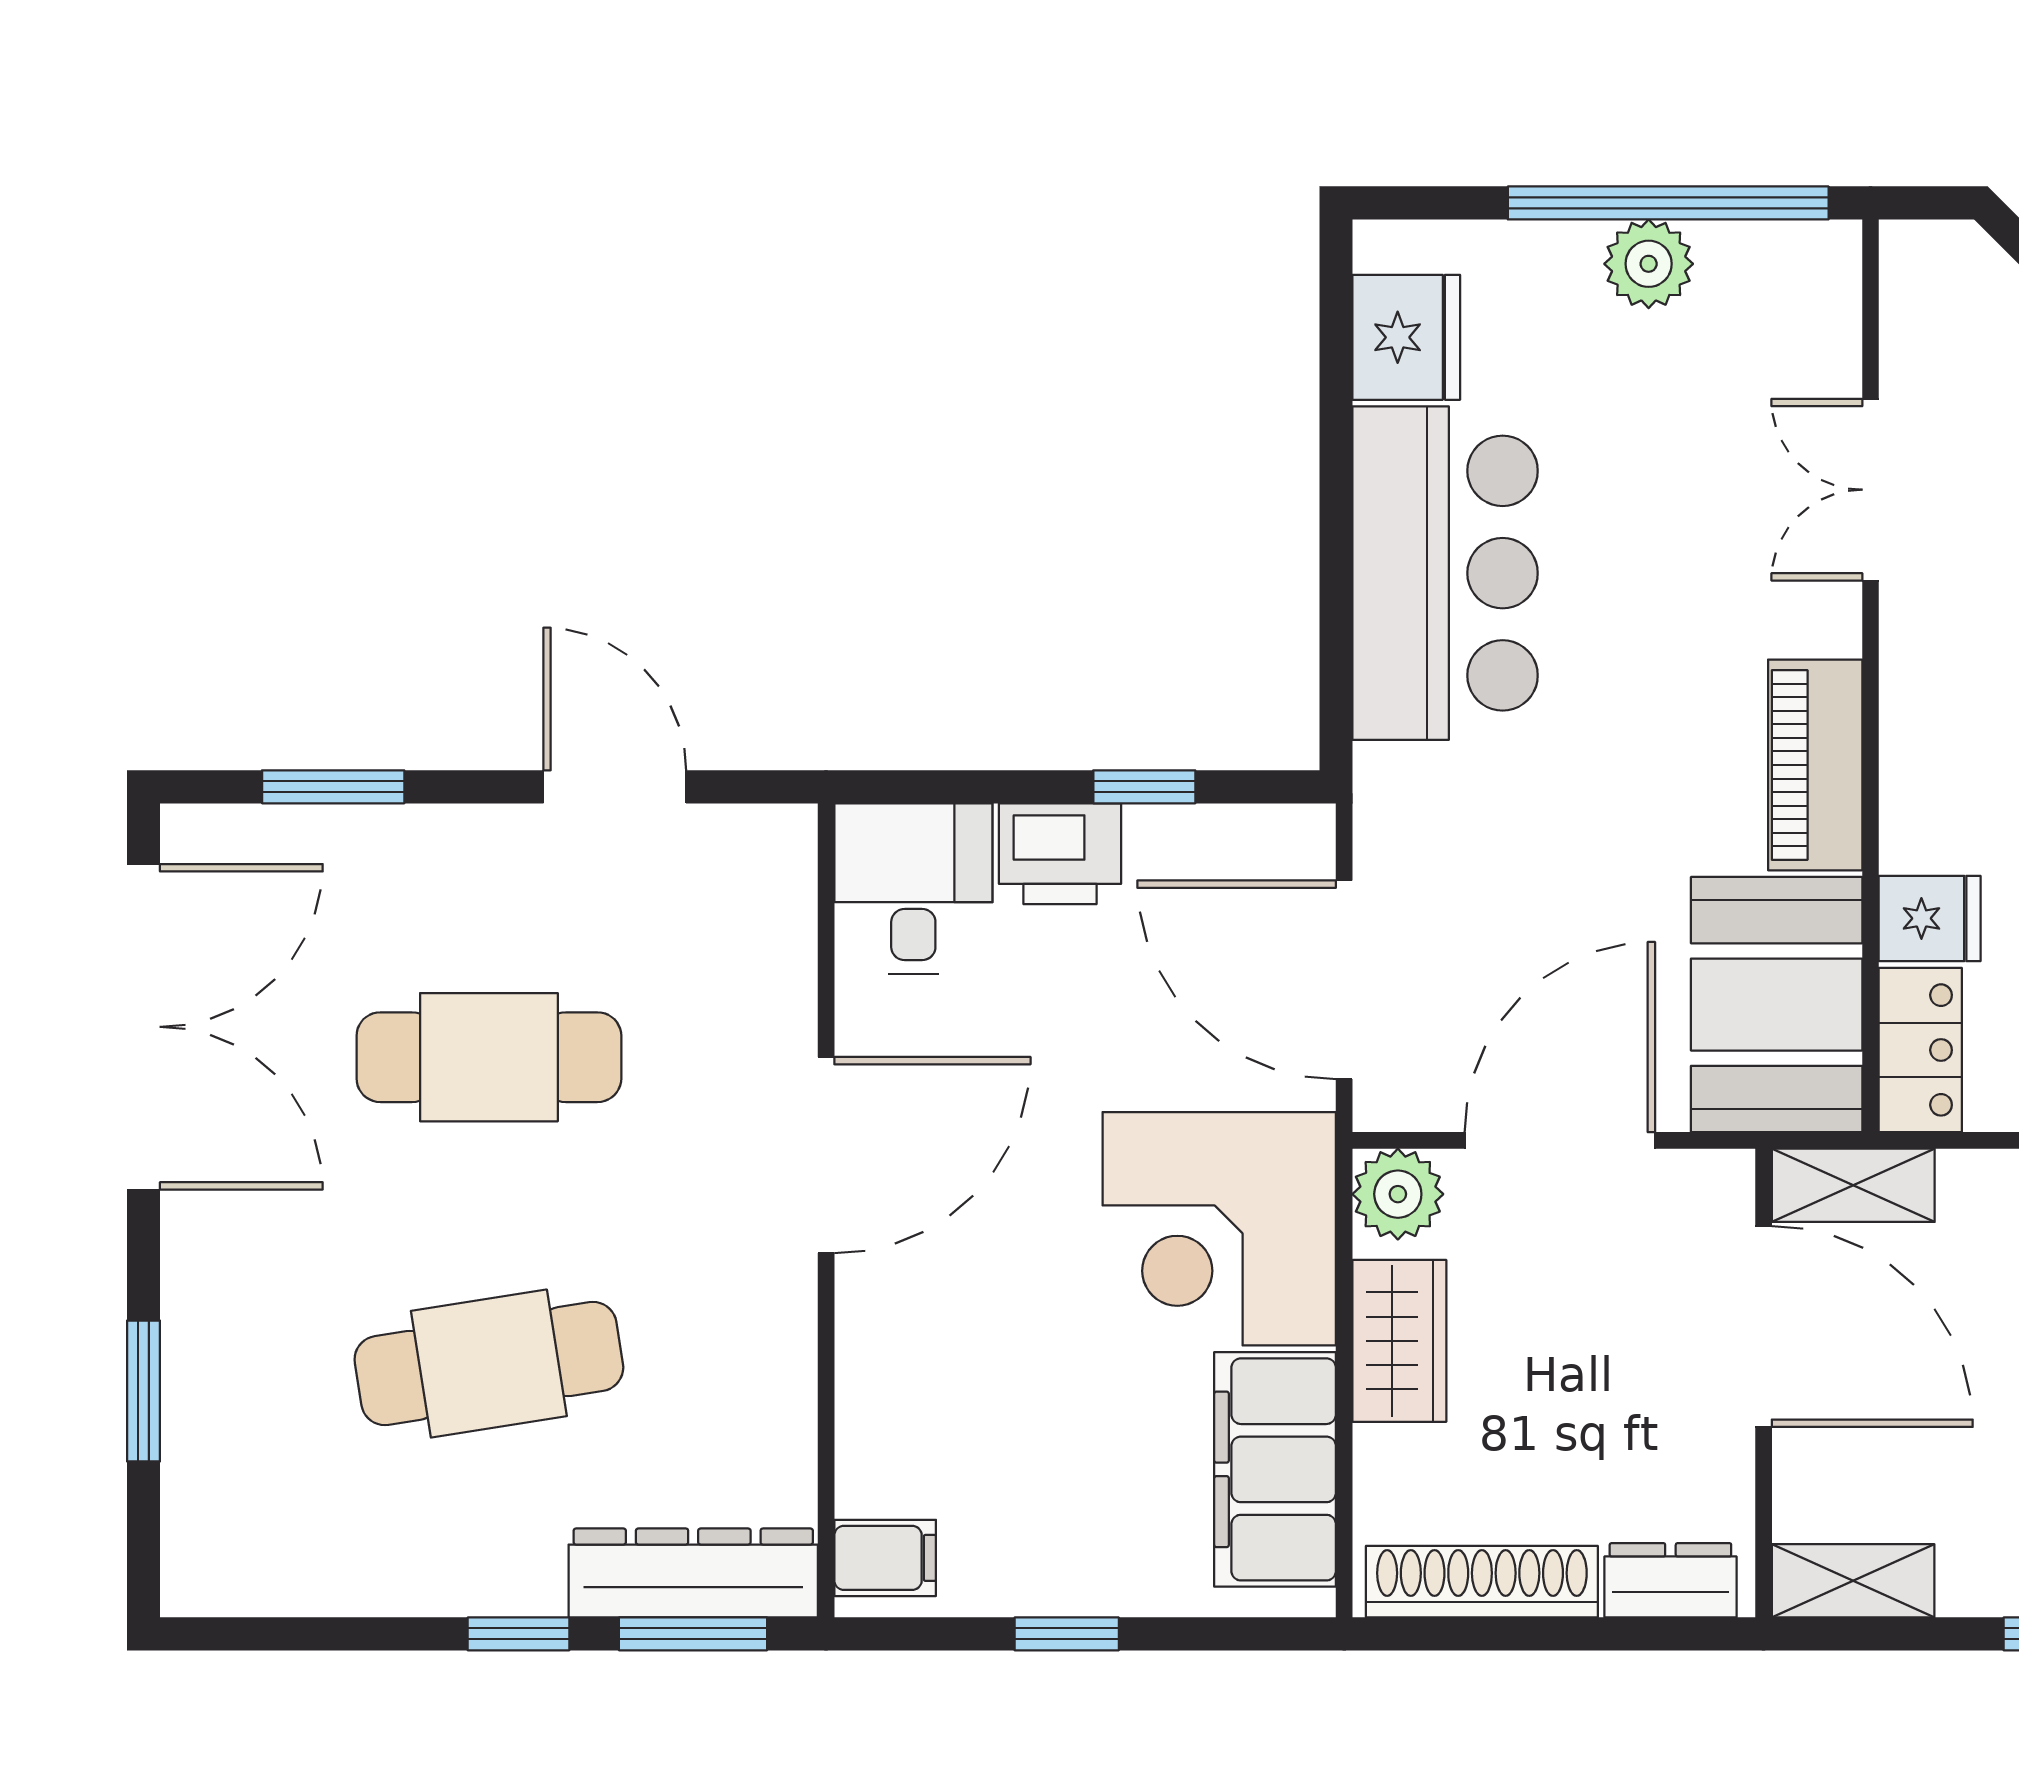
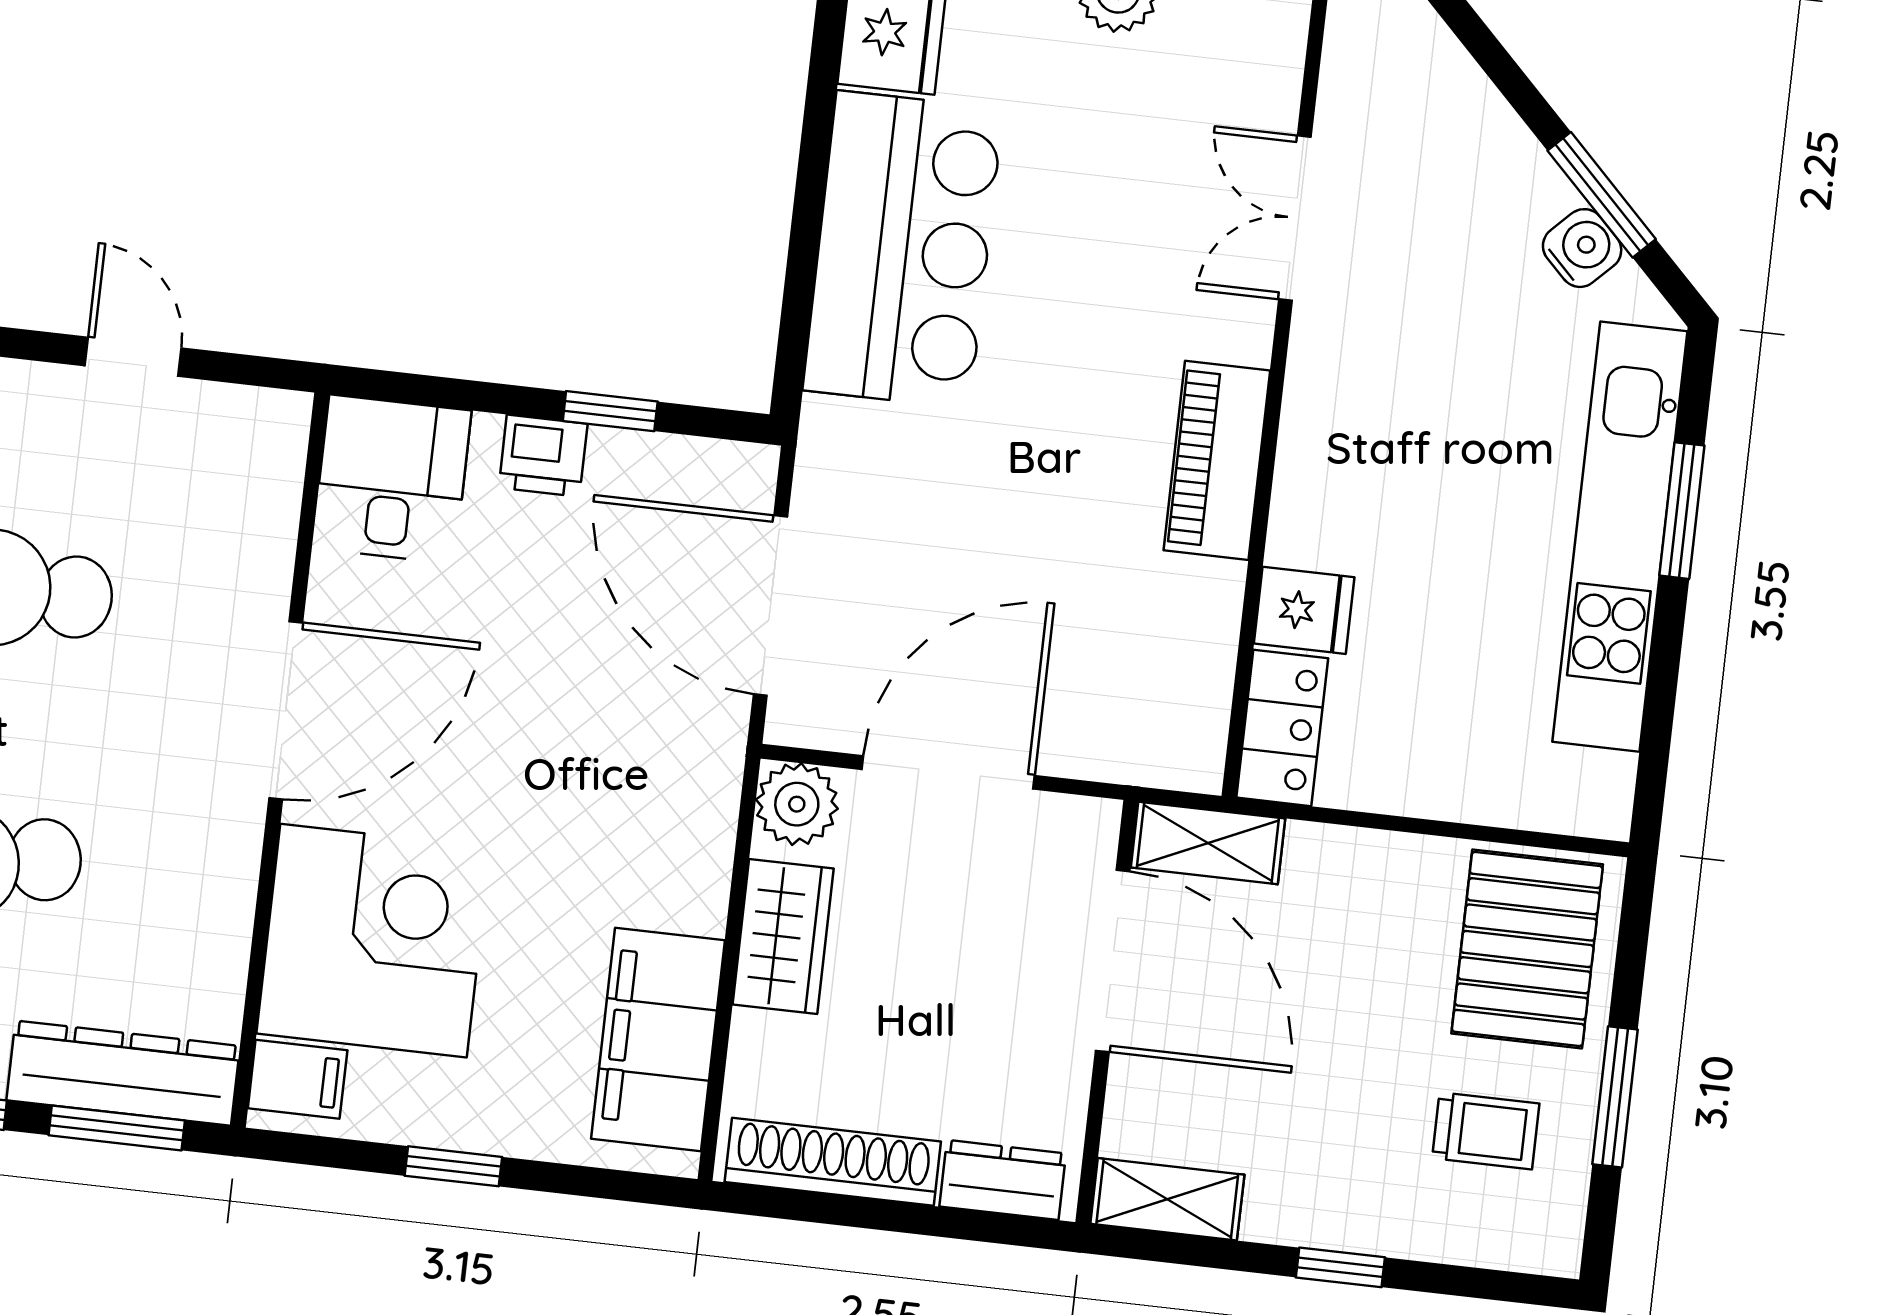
door: (615, 787) -> (133, 357), width x0.73
printer: (1060, 854) -> (543, 456), width x0.73, depth x0.81
booth: (1777, 1005) -> (1157, 672), removed
corner desk: (1219, 1229) -> (374, 941), moved, turned 180

